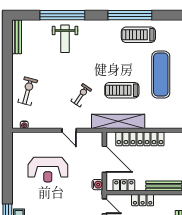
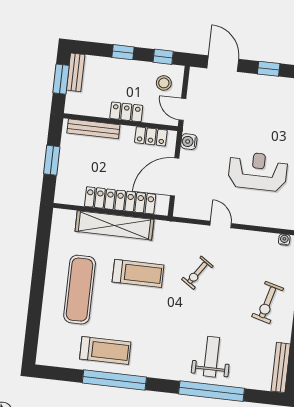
exercise bike: (28, 91) -> (268, 302), moved
shelving: (118, 121) -> (114, 225), moved
door: (104, 159) -> (175, 177), hinge flipped

